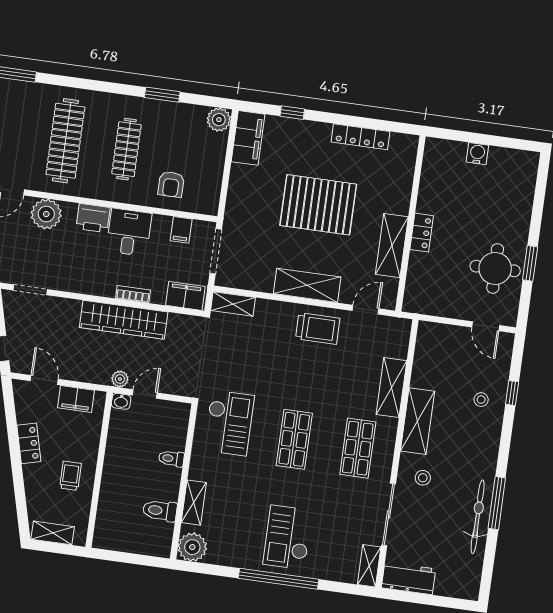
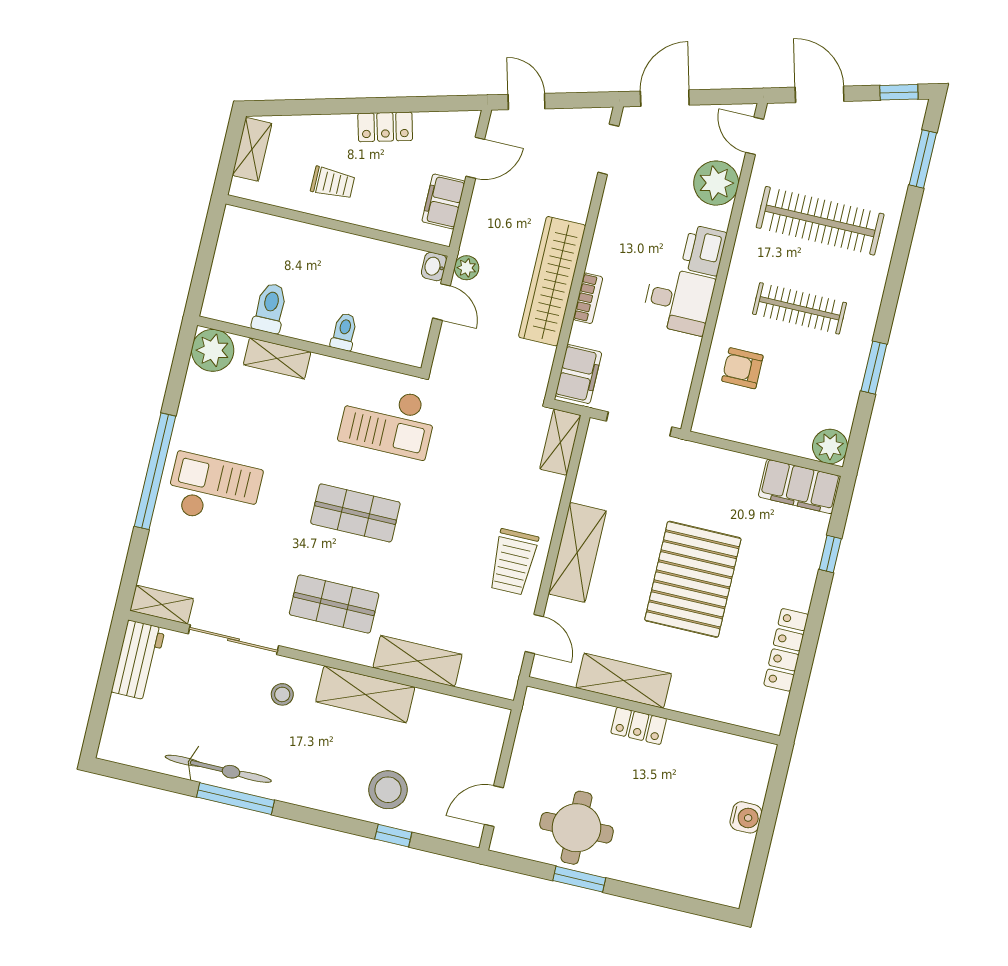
filing cabinet: (181, 230) -> (675, 377), removed
stool: (481, 400) -> (388, 790), width x1.89, depth x1.89

